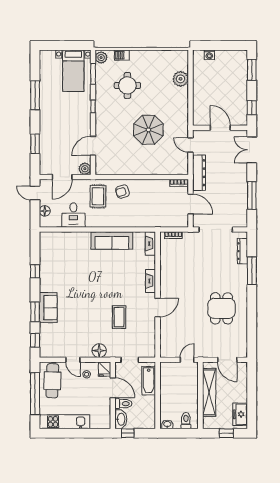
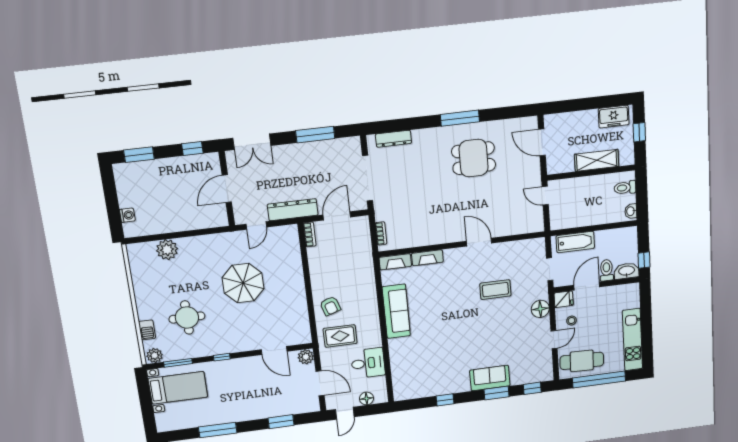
window: (252, 271) -> (460, 118), moved
fireplace: (151, 281) -> (427, 258), moved
door: (227, 360) -> (542, 142), swing flipped
shelving: (209, 392) -> (597, 160), width x0.68

